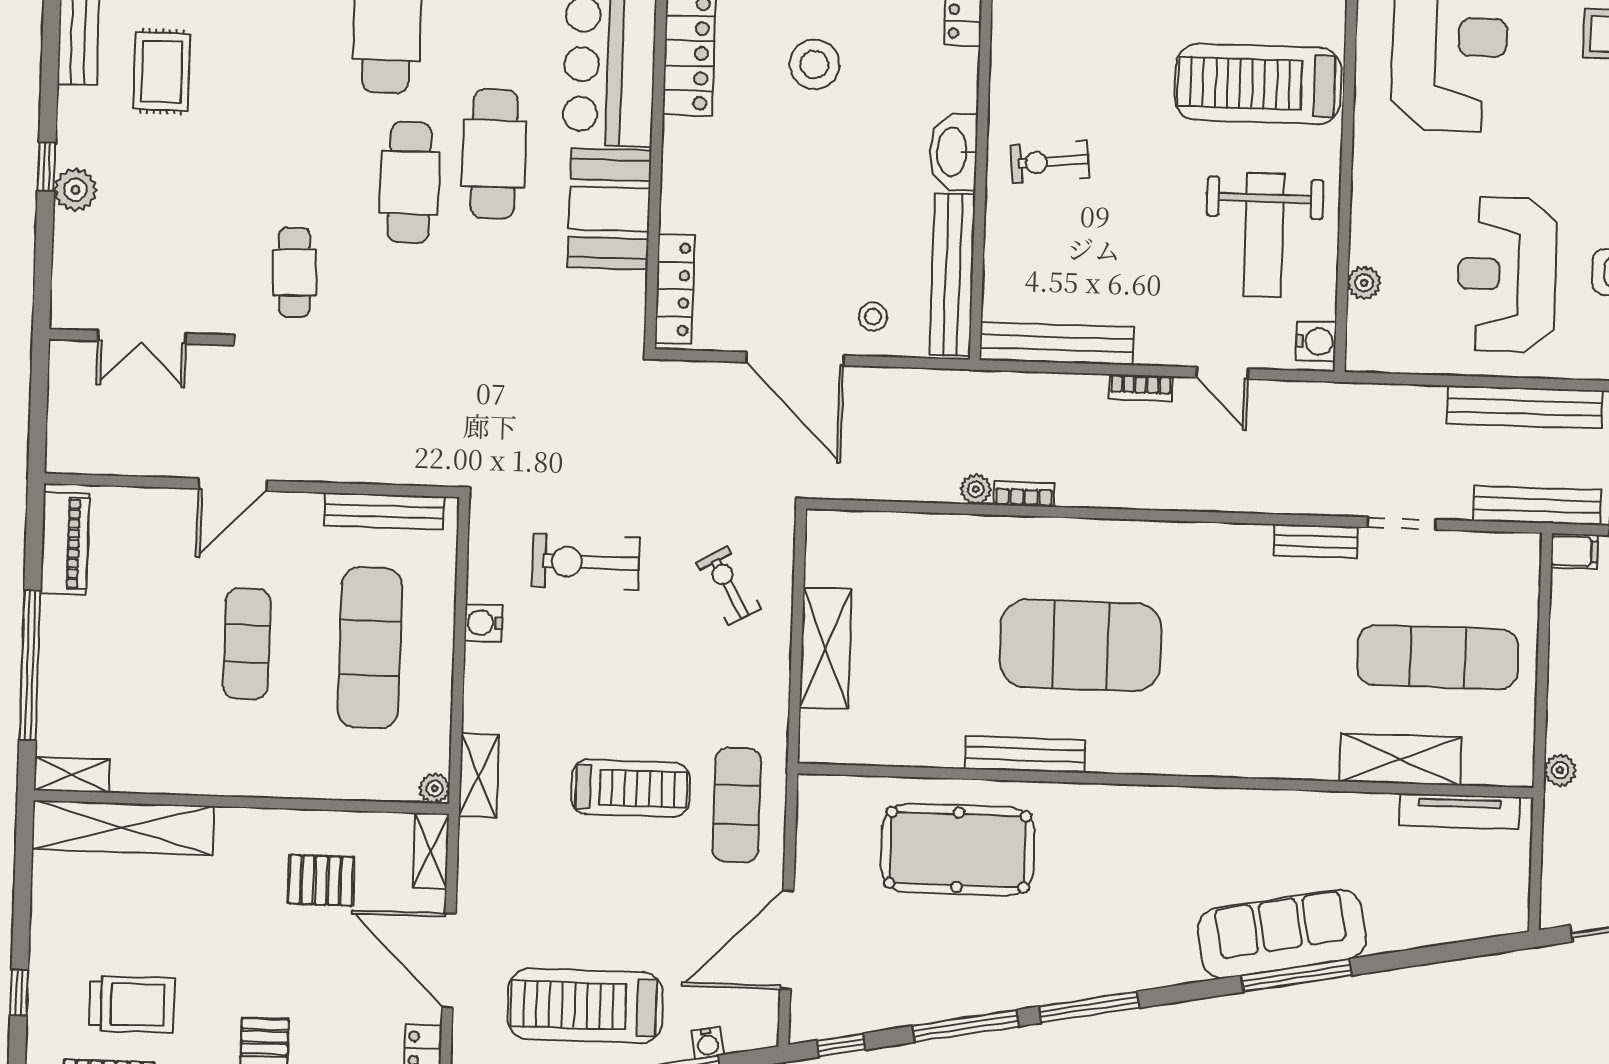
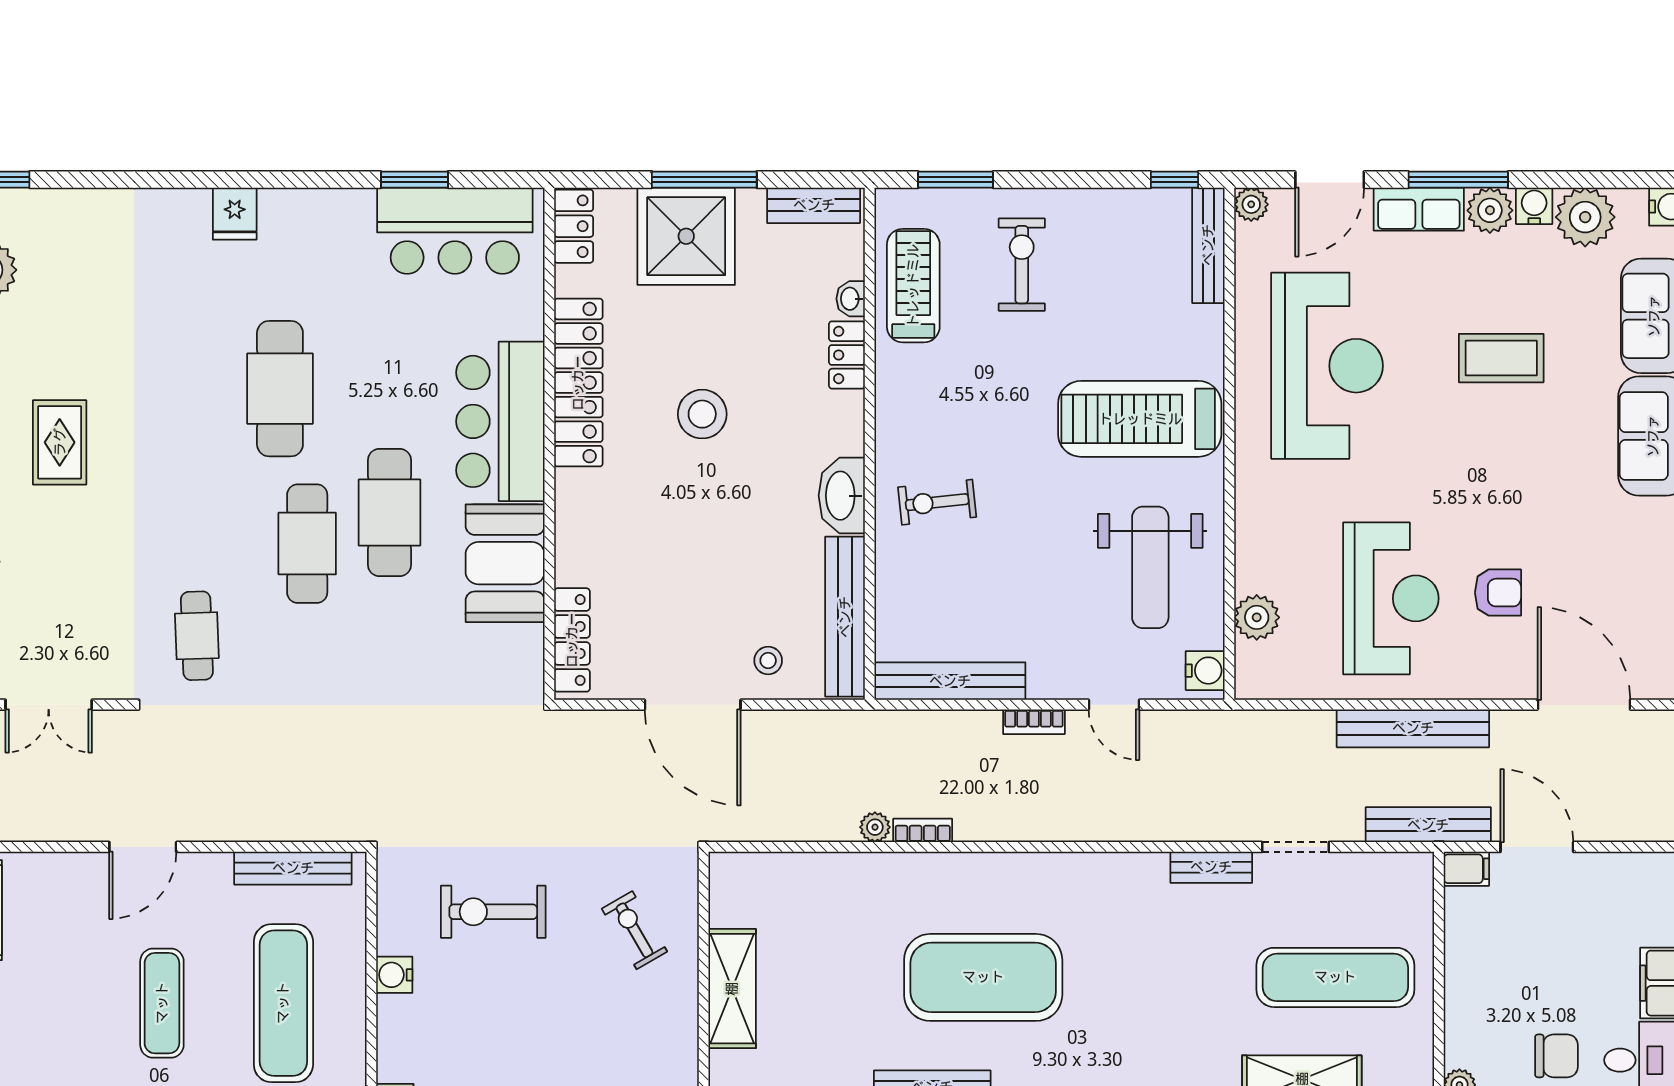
reception desk: (1507, 275) -> (1391, 598), turned 180
plant: (1364, 283) -> (1257, 617), width x1.38, depth x1.38

